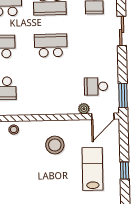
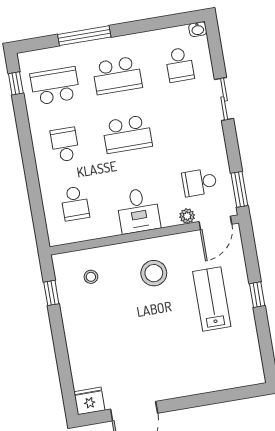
school desk: (51, 45) -> (127, 134), turned 180
desk: (51, 100) -> (138, 211), added
stool: (14, 130) -> (91, 277), moved

